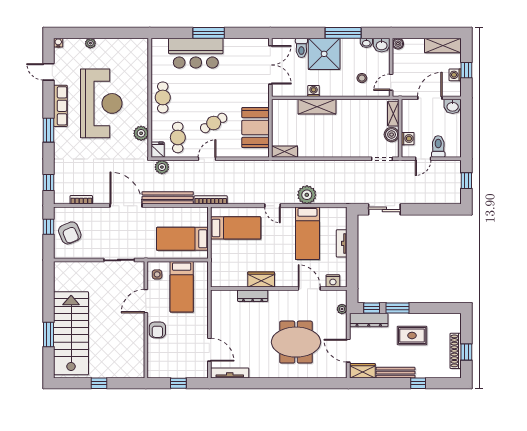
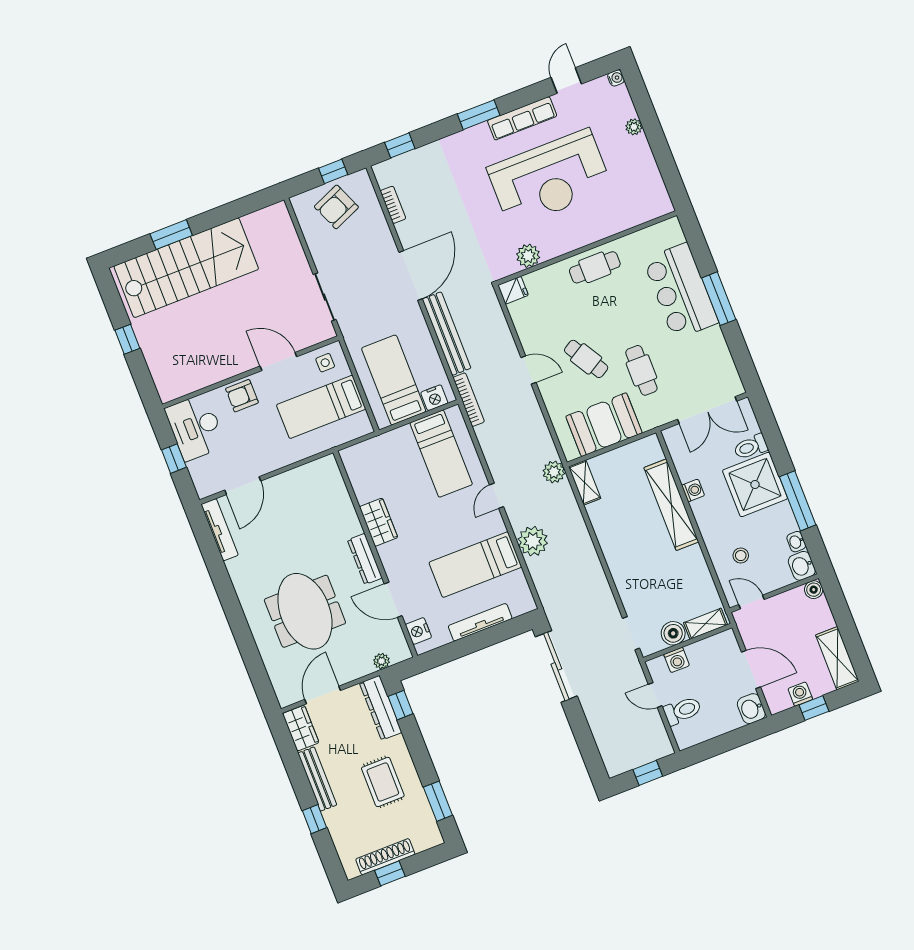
shelving: (317, 107) -> (671, 505), width x1.47
cafe table: (178, 137) -> (641, 370), moved, turned 90
plant: (162, 167) -> (554, 472), moved
sliding door: (384, 209) -> (556, 666), width x1.37
nightstand: (202, 219) -> (434, 398), added
tv unit: (342, 243) -> (480, 622), width x1.41
door: (309, 289) -> (393, 600), swing flipped
dresser: (253, 296) -> (365, 559), moved
window: (397, 308) -> (438, 801), moved
desk: (165, 364) -> (195, 427), added

